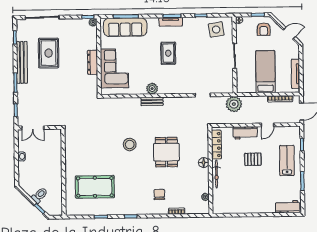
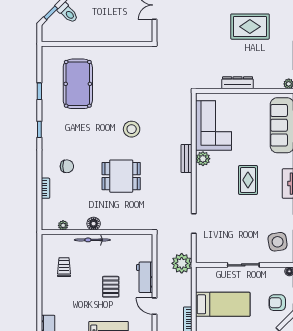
rug: (168, 53) -> (248, 180), turned 90
corner sofa: (114, 68) -> (214, 126), moved, turned -90
locker: (216, 145) -> (130, 240), removed
floor lamp: (204, 162) -> (94, 224), moved
trolley: (238, 196) -> (64, 267), added

